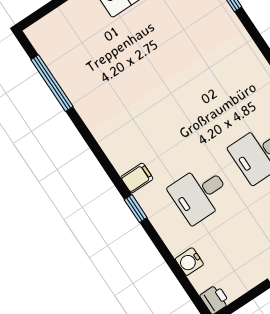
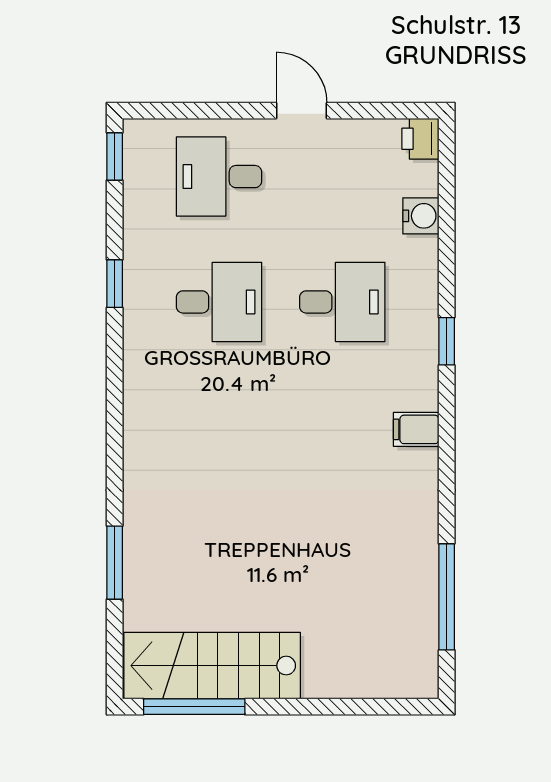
filing cabinet: (137, 178) -> (416, 429), moved

